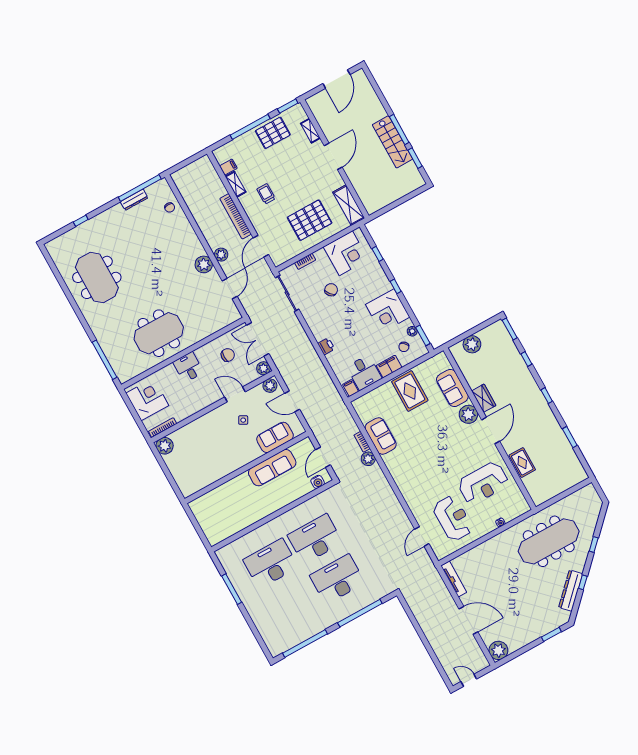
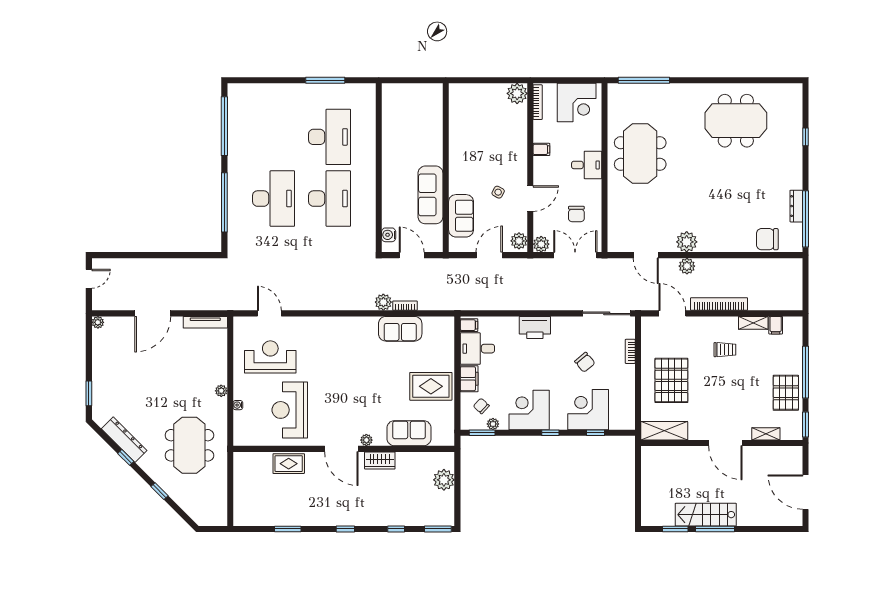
chair: (170, 207) -> (767, 239), width x1.87, depth x1.87
corner desk: (346, 253) -> (588, 410), moved, turned 90
printer: (326, 346) -> (535, 327), width x1.87, depth x1.48
filing cabinet: (195, 406) -> (541, 149), added
plant: (468, 414) -> (366, 440), width x0.53, depth x0.53
reception desk: (453, 518) -> (270, 357), turned 180
plant: (497, 540) -> (221, 391), added
meeting table: (549, 541) -> (189, 445), width x0.73
plant: (498, 650) -> (98, 322), width x0.53, depth x0.53

